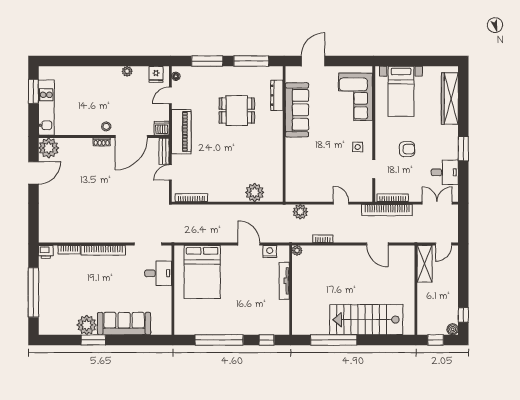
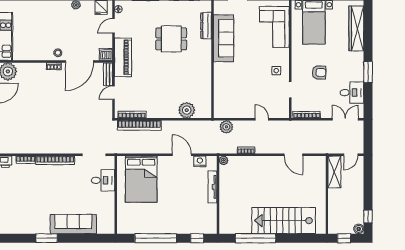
bookcase: (387, 210) -> (139, 125), moved
plant: (87, 325) -> (41, 225), removed

